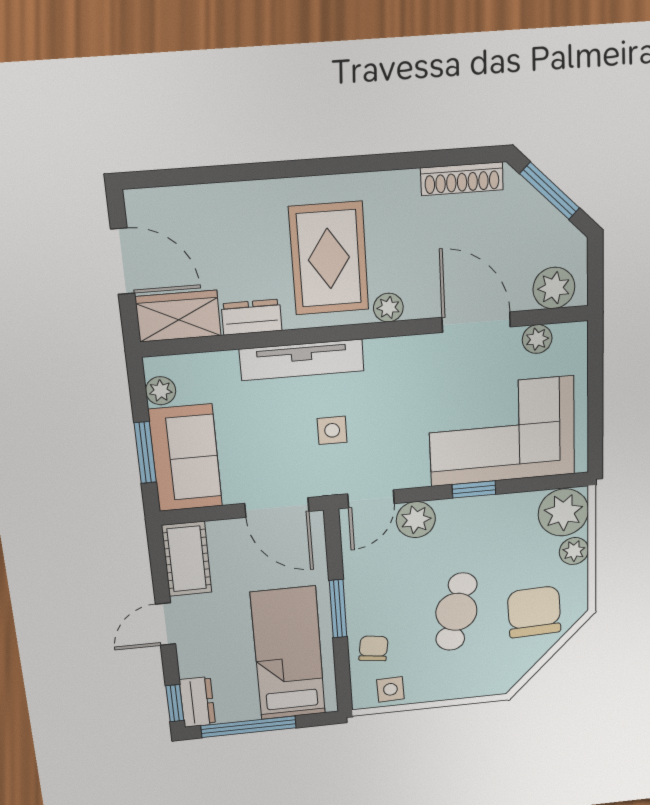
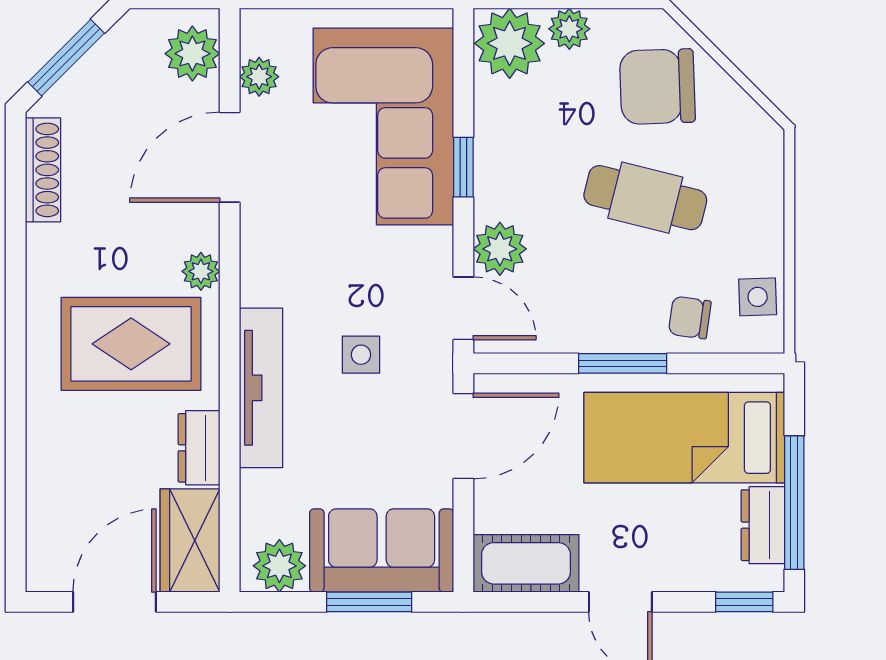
plant: (161, 391) -> (279, 566), width x1.38, depth x1.38
dresser: (197, 702) -> (763, 525), moved, turned -90

